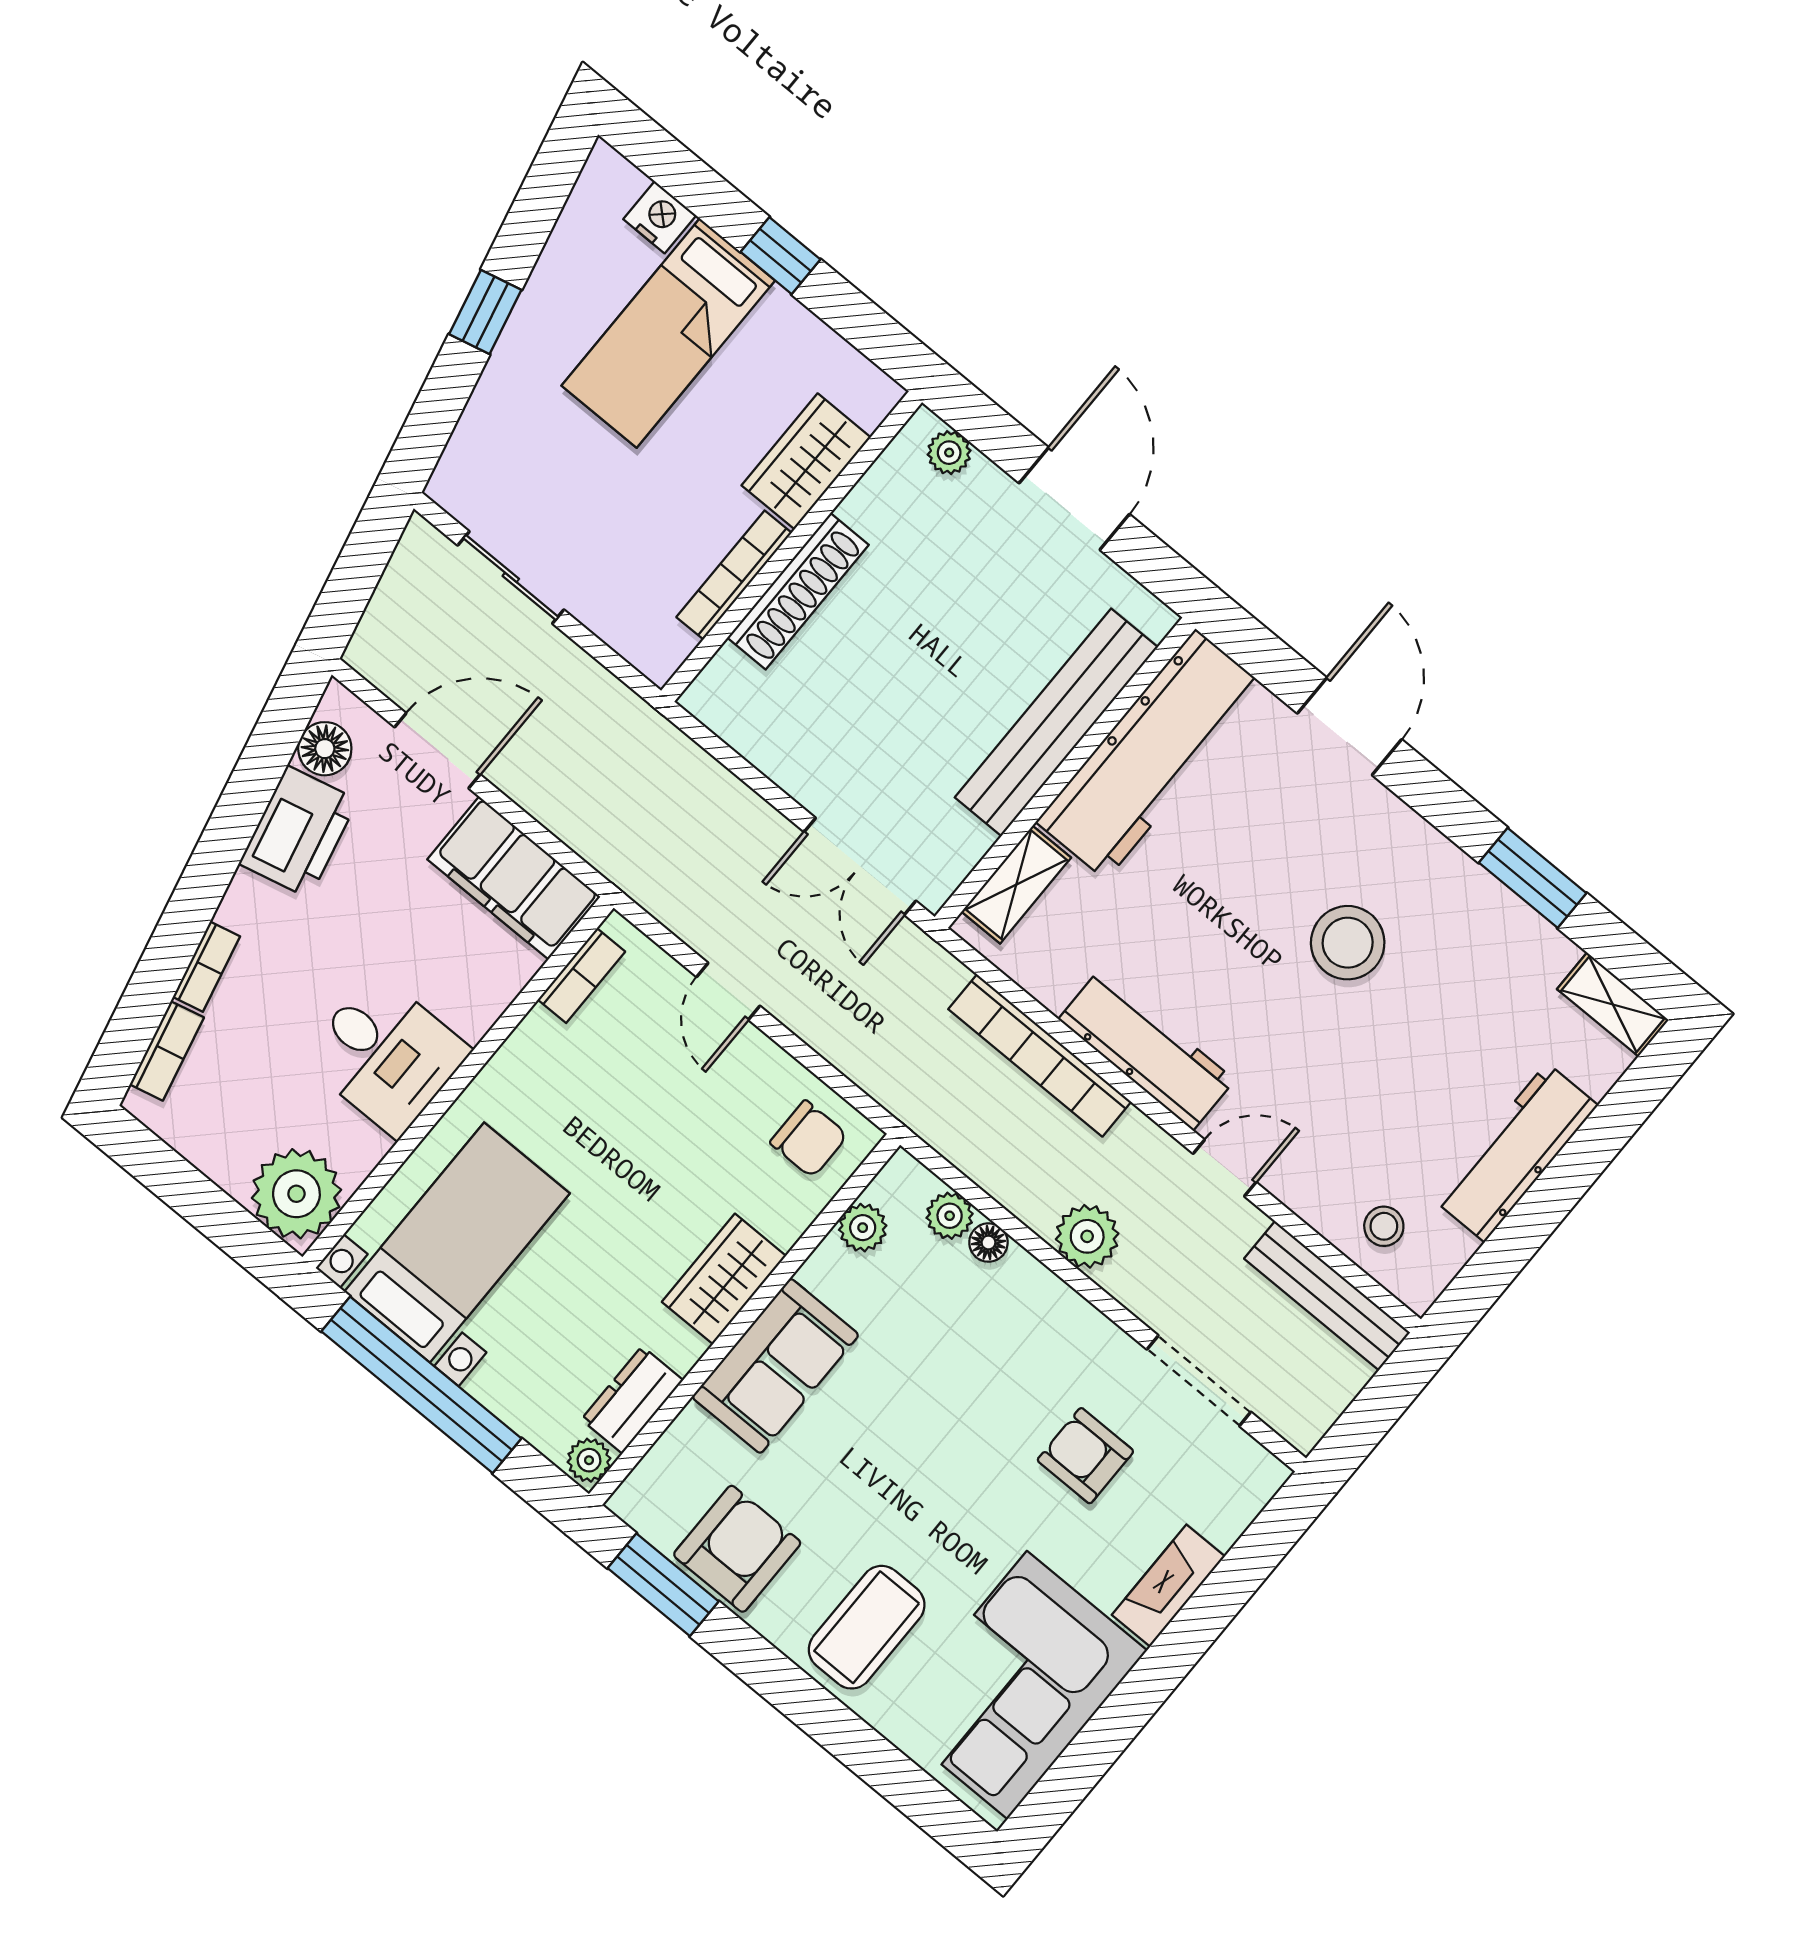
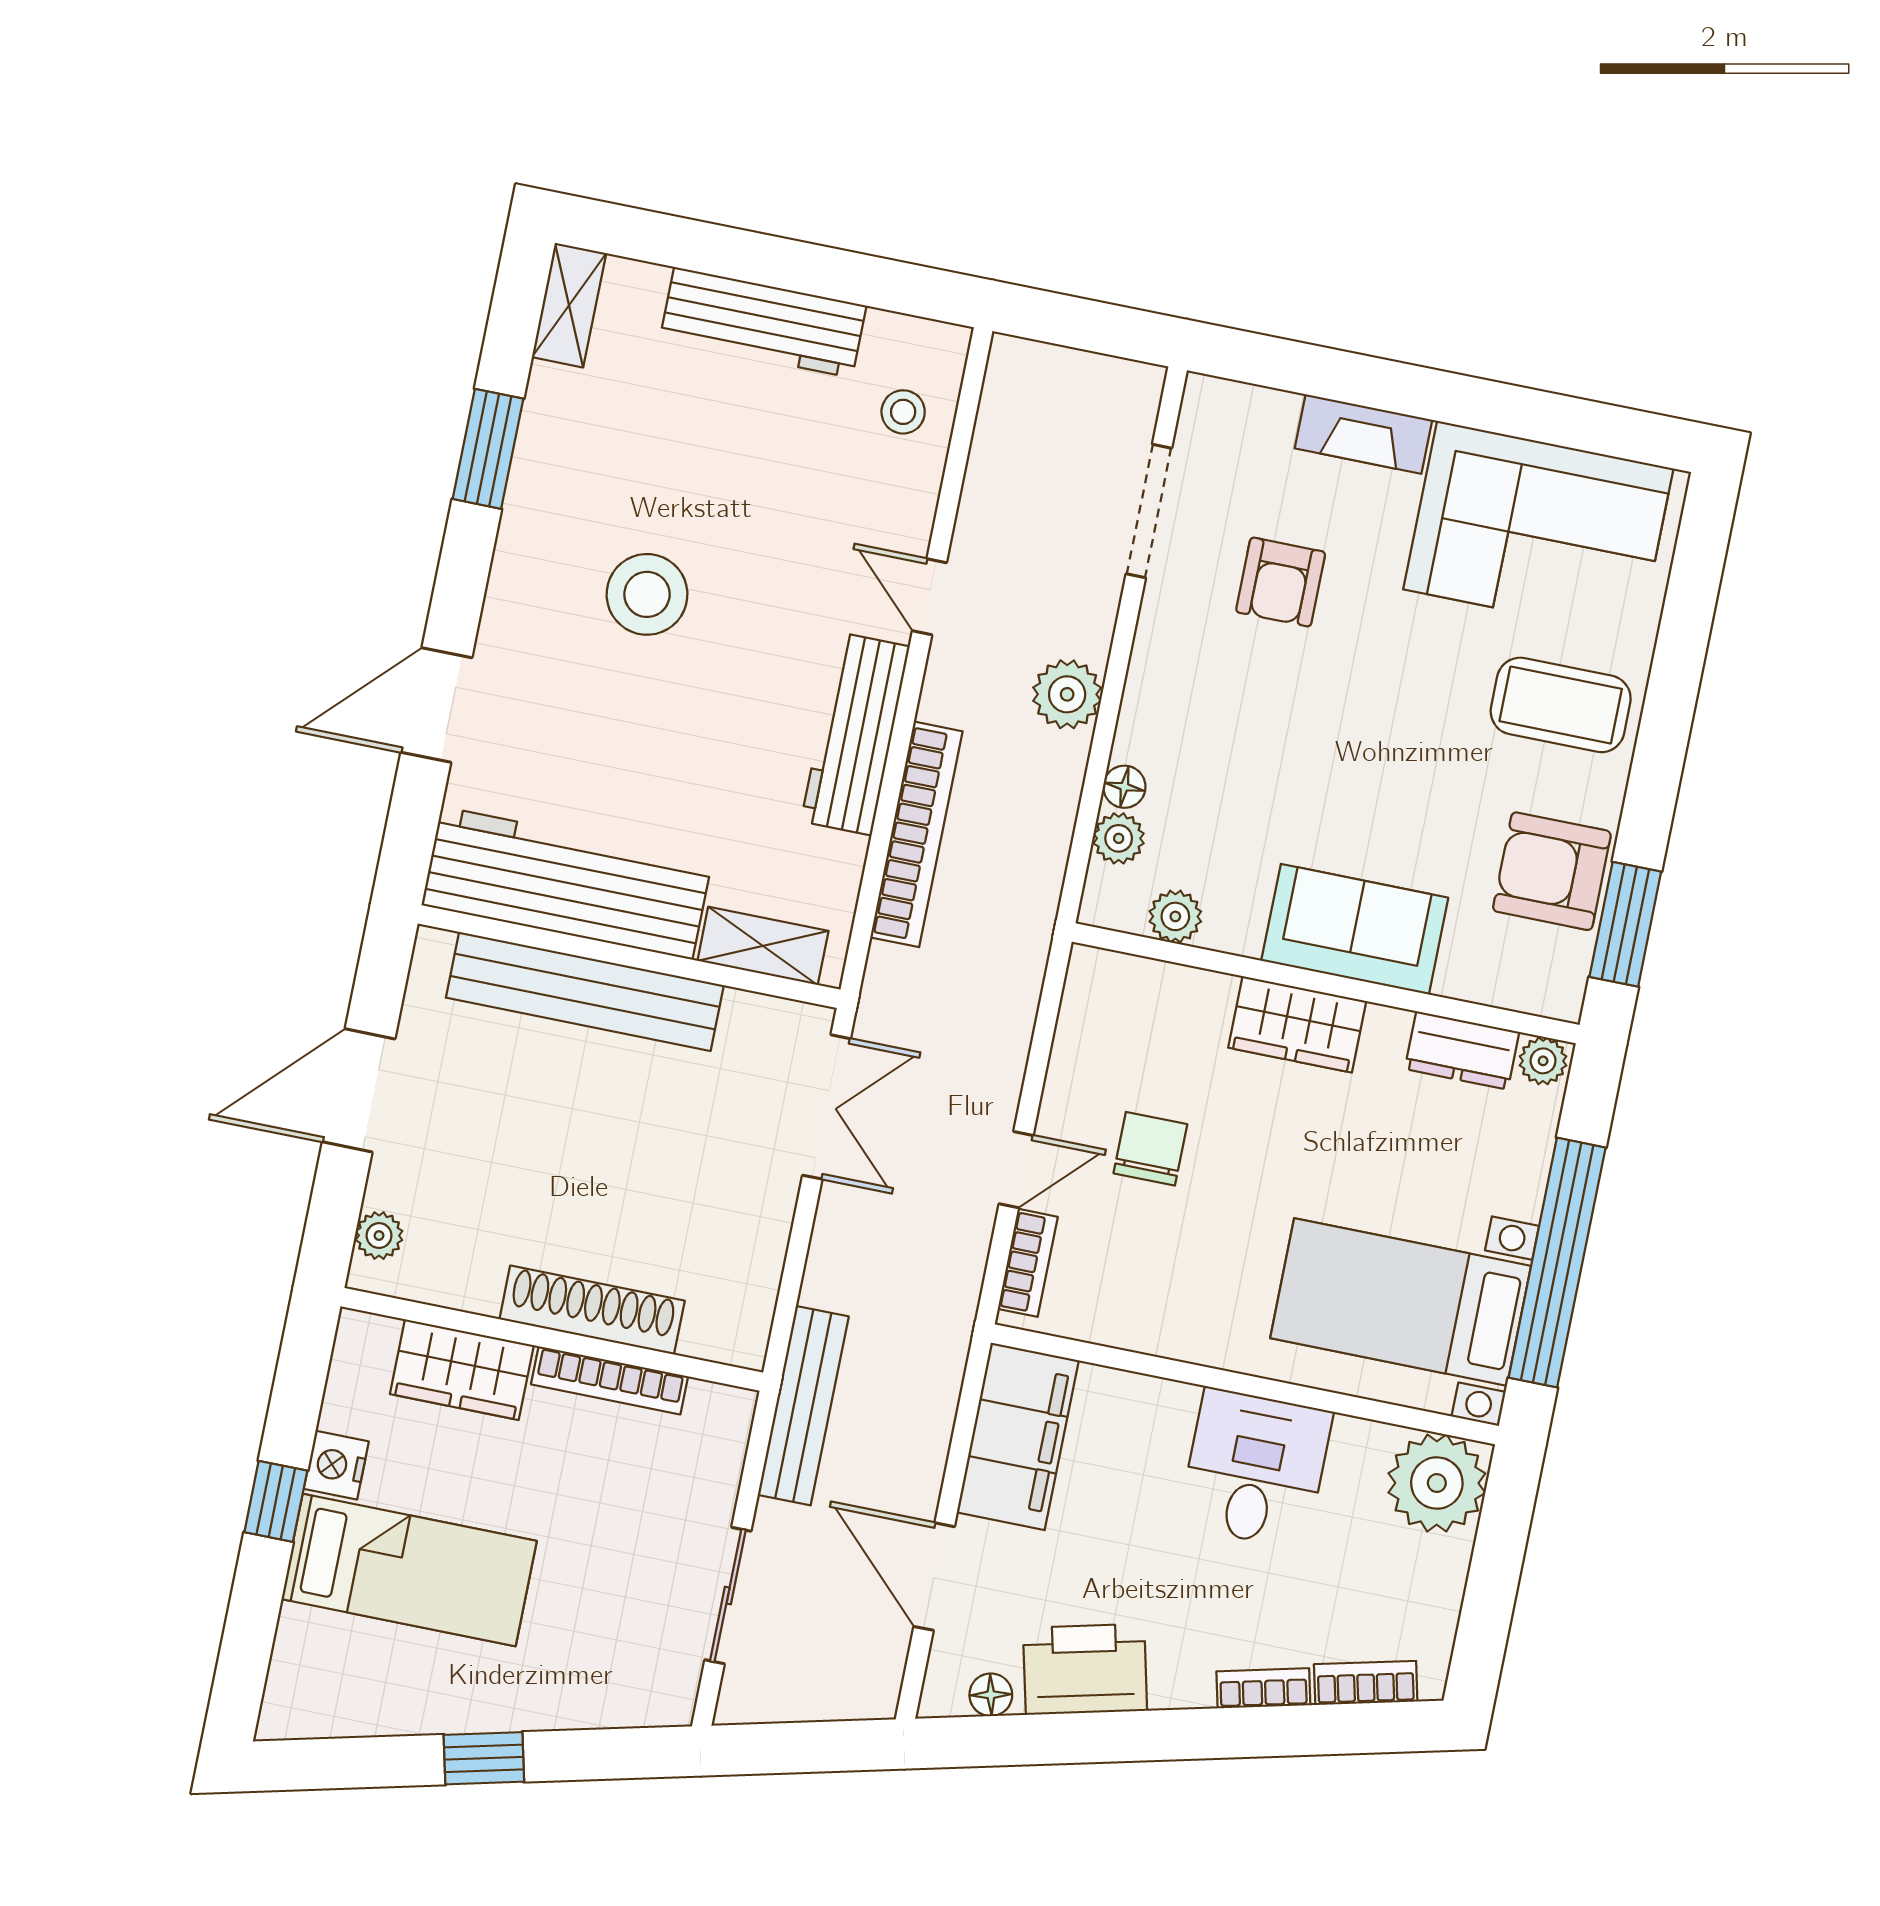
nightstand: (660, 217) -> (336, 1465), moved
floor lamp: (325, 749) -> (991, 1695), width x0.73, depth x0.73
bookcase: (581, 976) -> (1028, 1263), moved, turned 90
chair: (809, 1139) -> (1150, 1149), moved
bench: (1327, 1296) -> (803, 1406), moved

